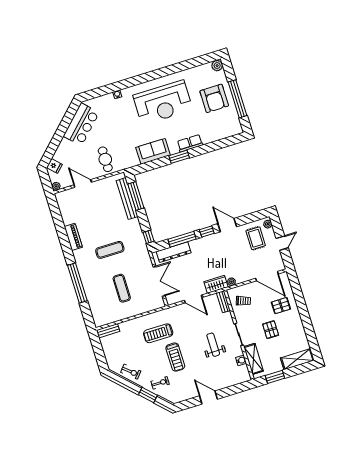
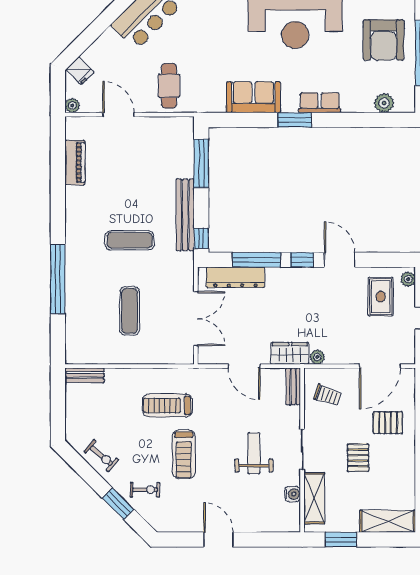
plant: (225, 133) -> (384, 103), added
bench: (127, 199) -> (185, 215), moved
piano: (73, 237) -> (75, 163), moved
door: (267, 276) -> (380, 366), hinge flipped

